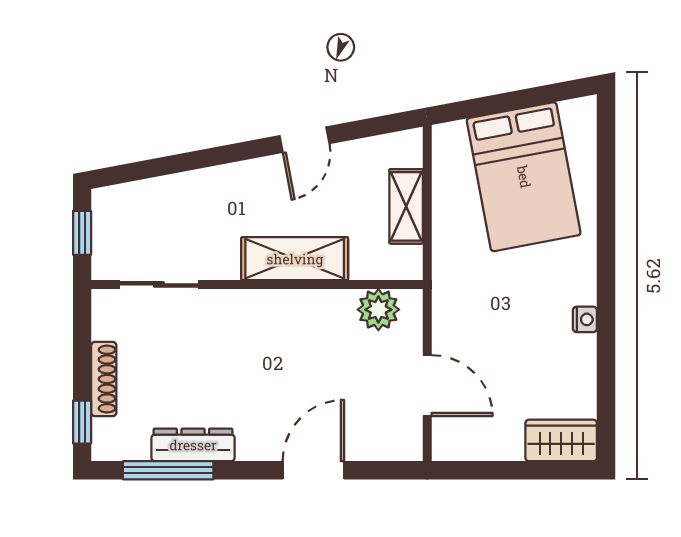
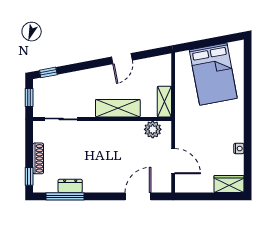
window: (128, 173) -> (48, 72), added
shelving: (406, 206) -> (164, 102), moved
nightstand: (585, 319) -> (239, 148), moved
dresser: (193, 445) -> (70, 186), width x0.70
door: (313, 470) -> (138, 196), moved

